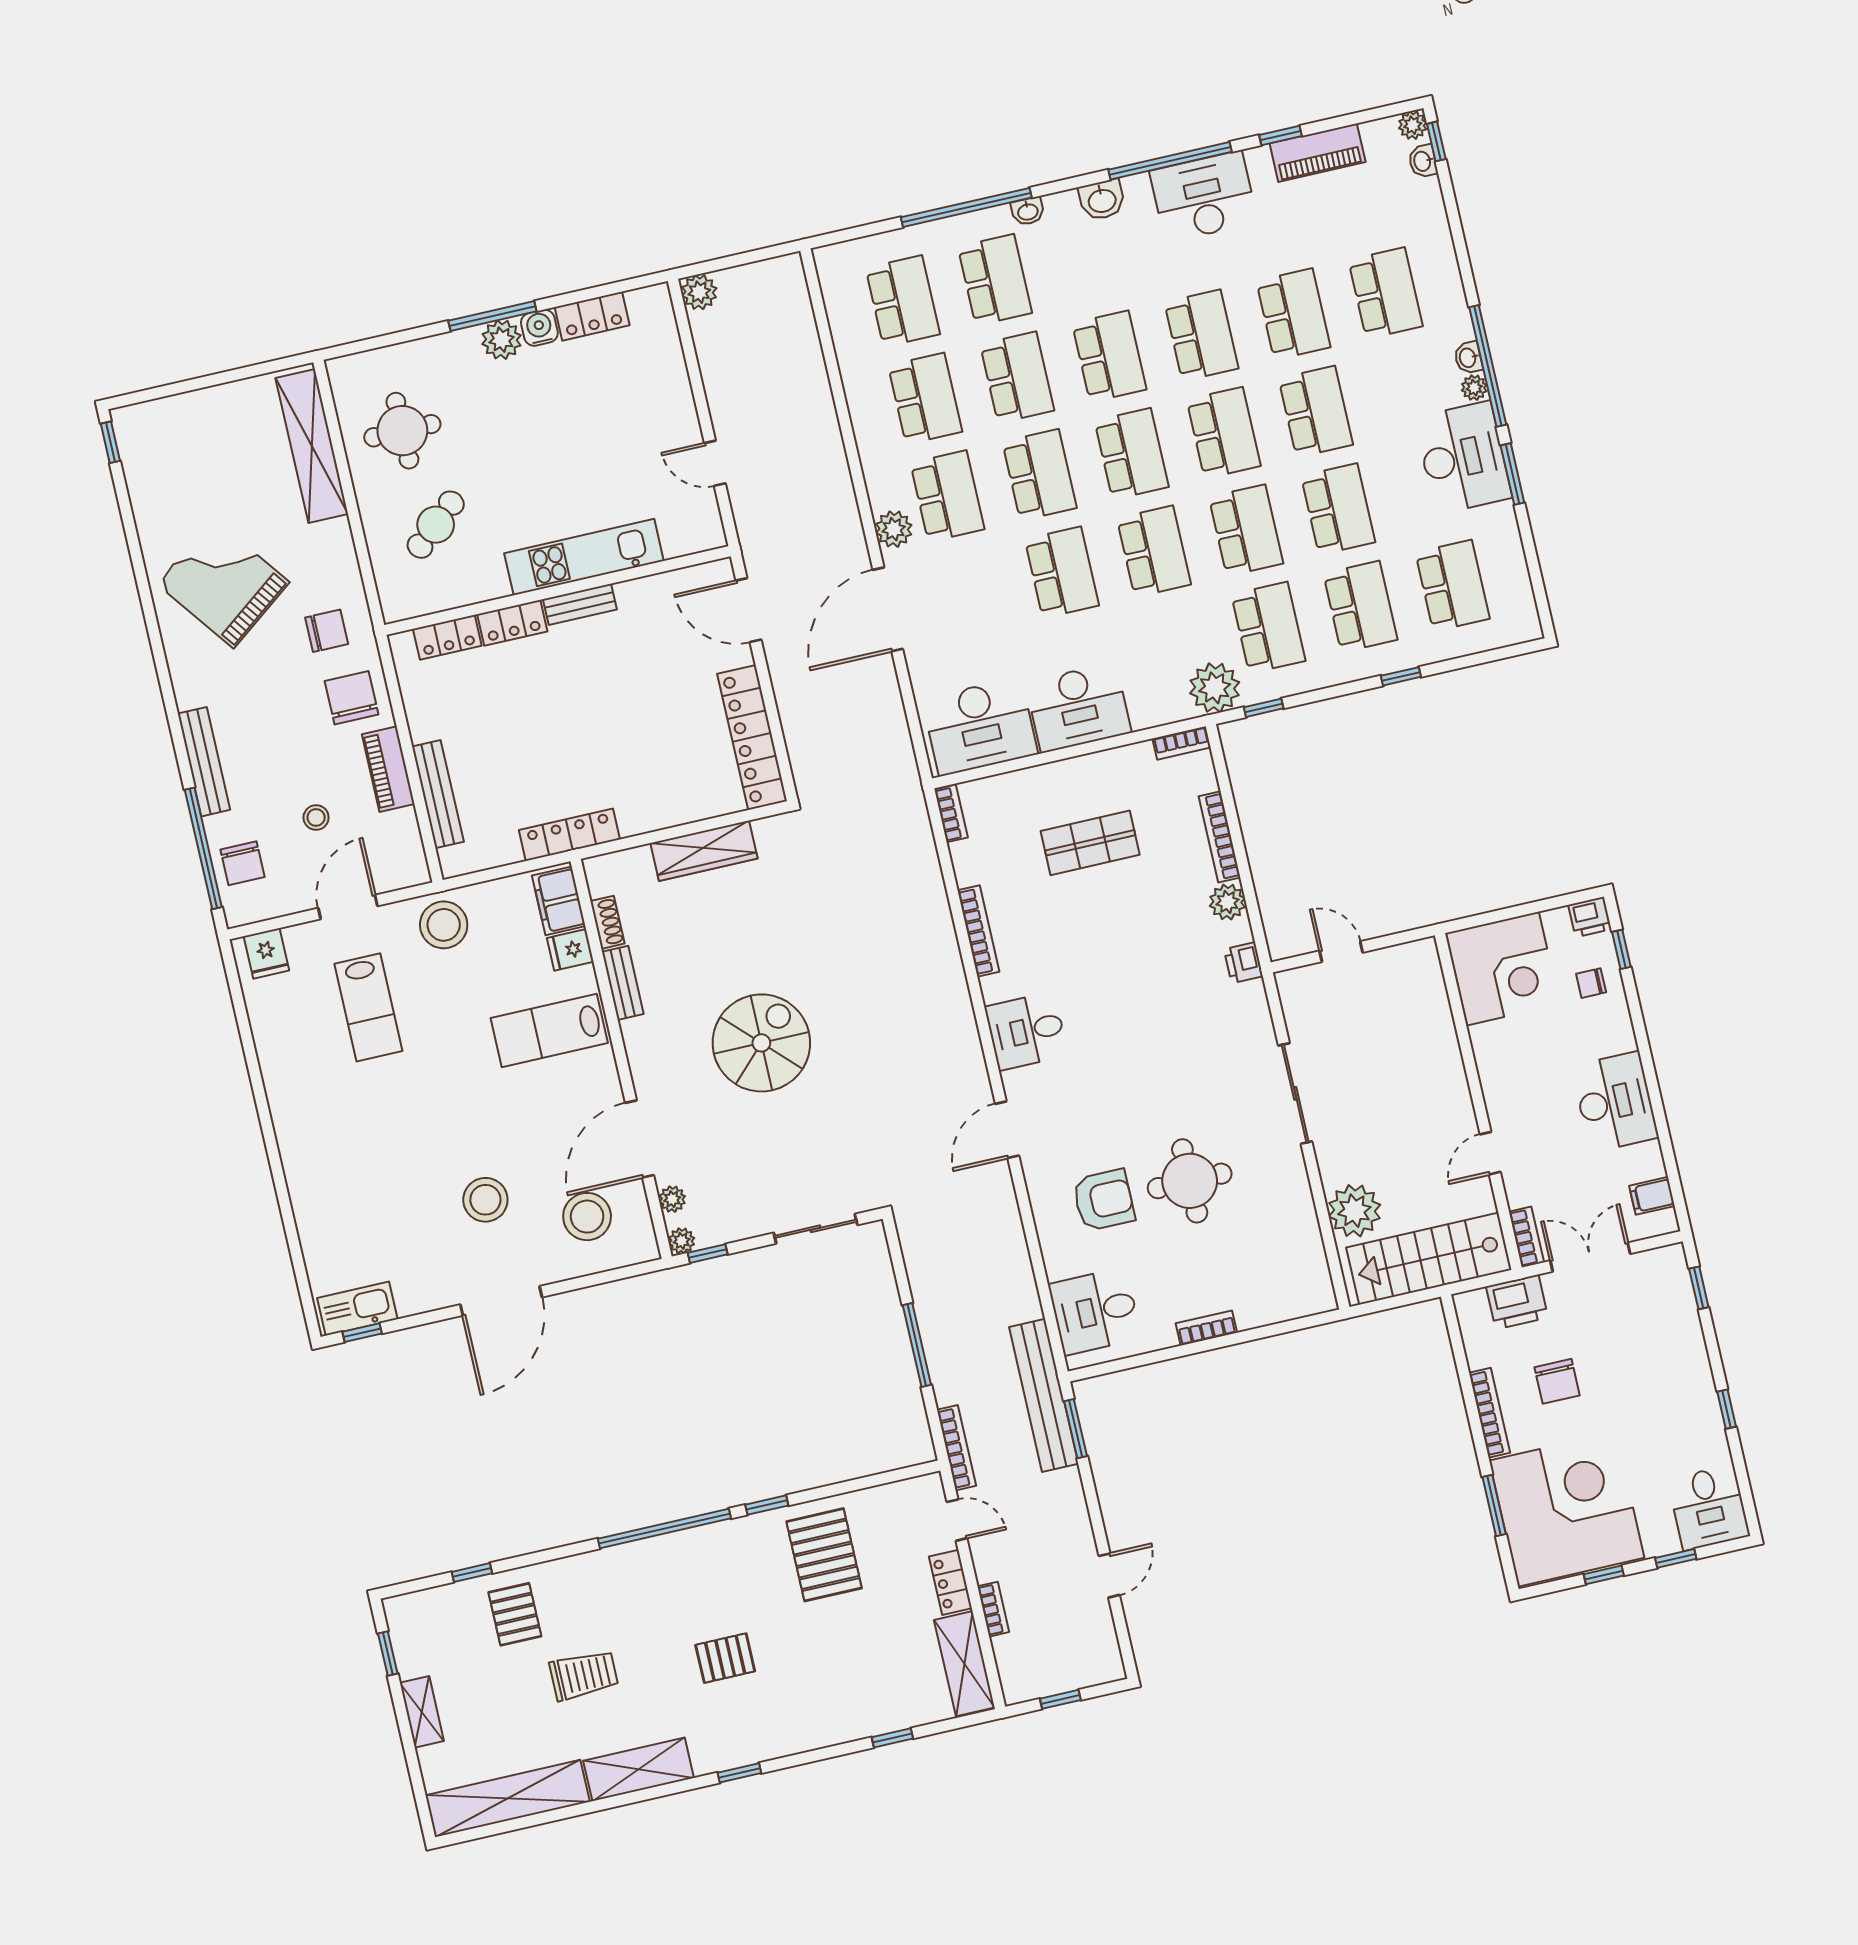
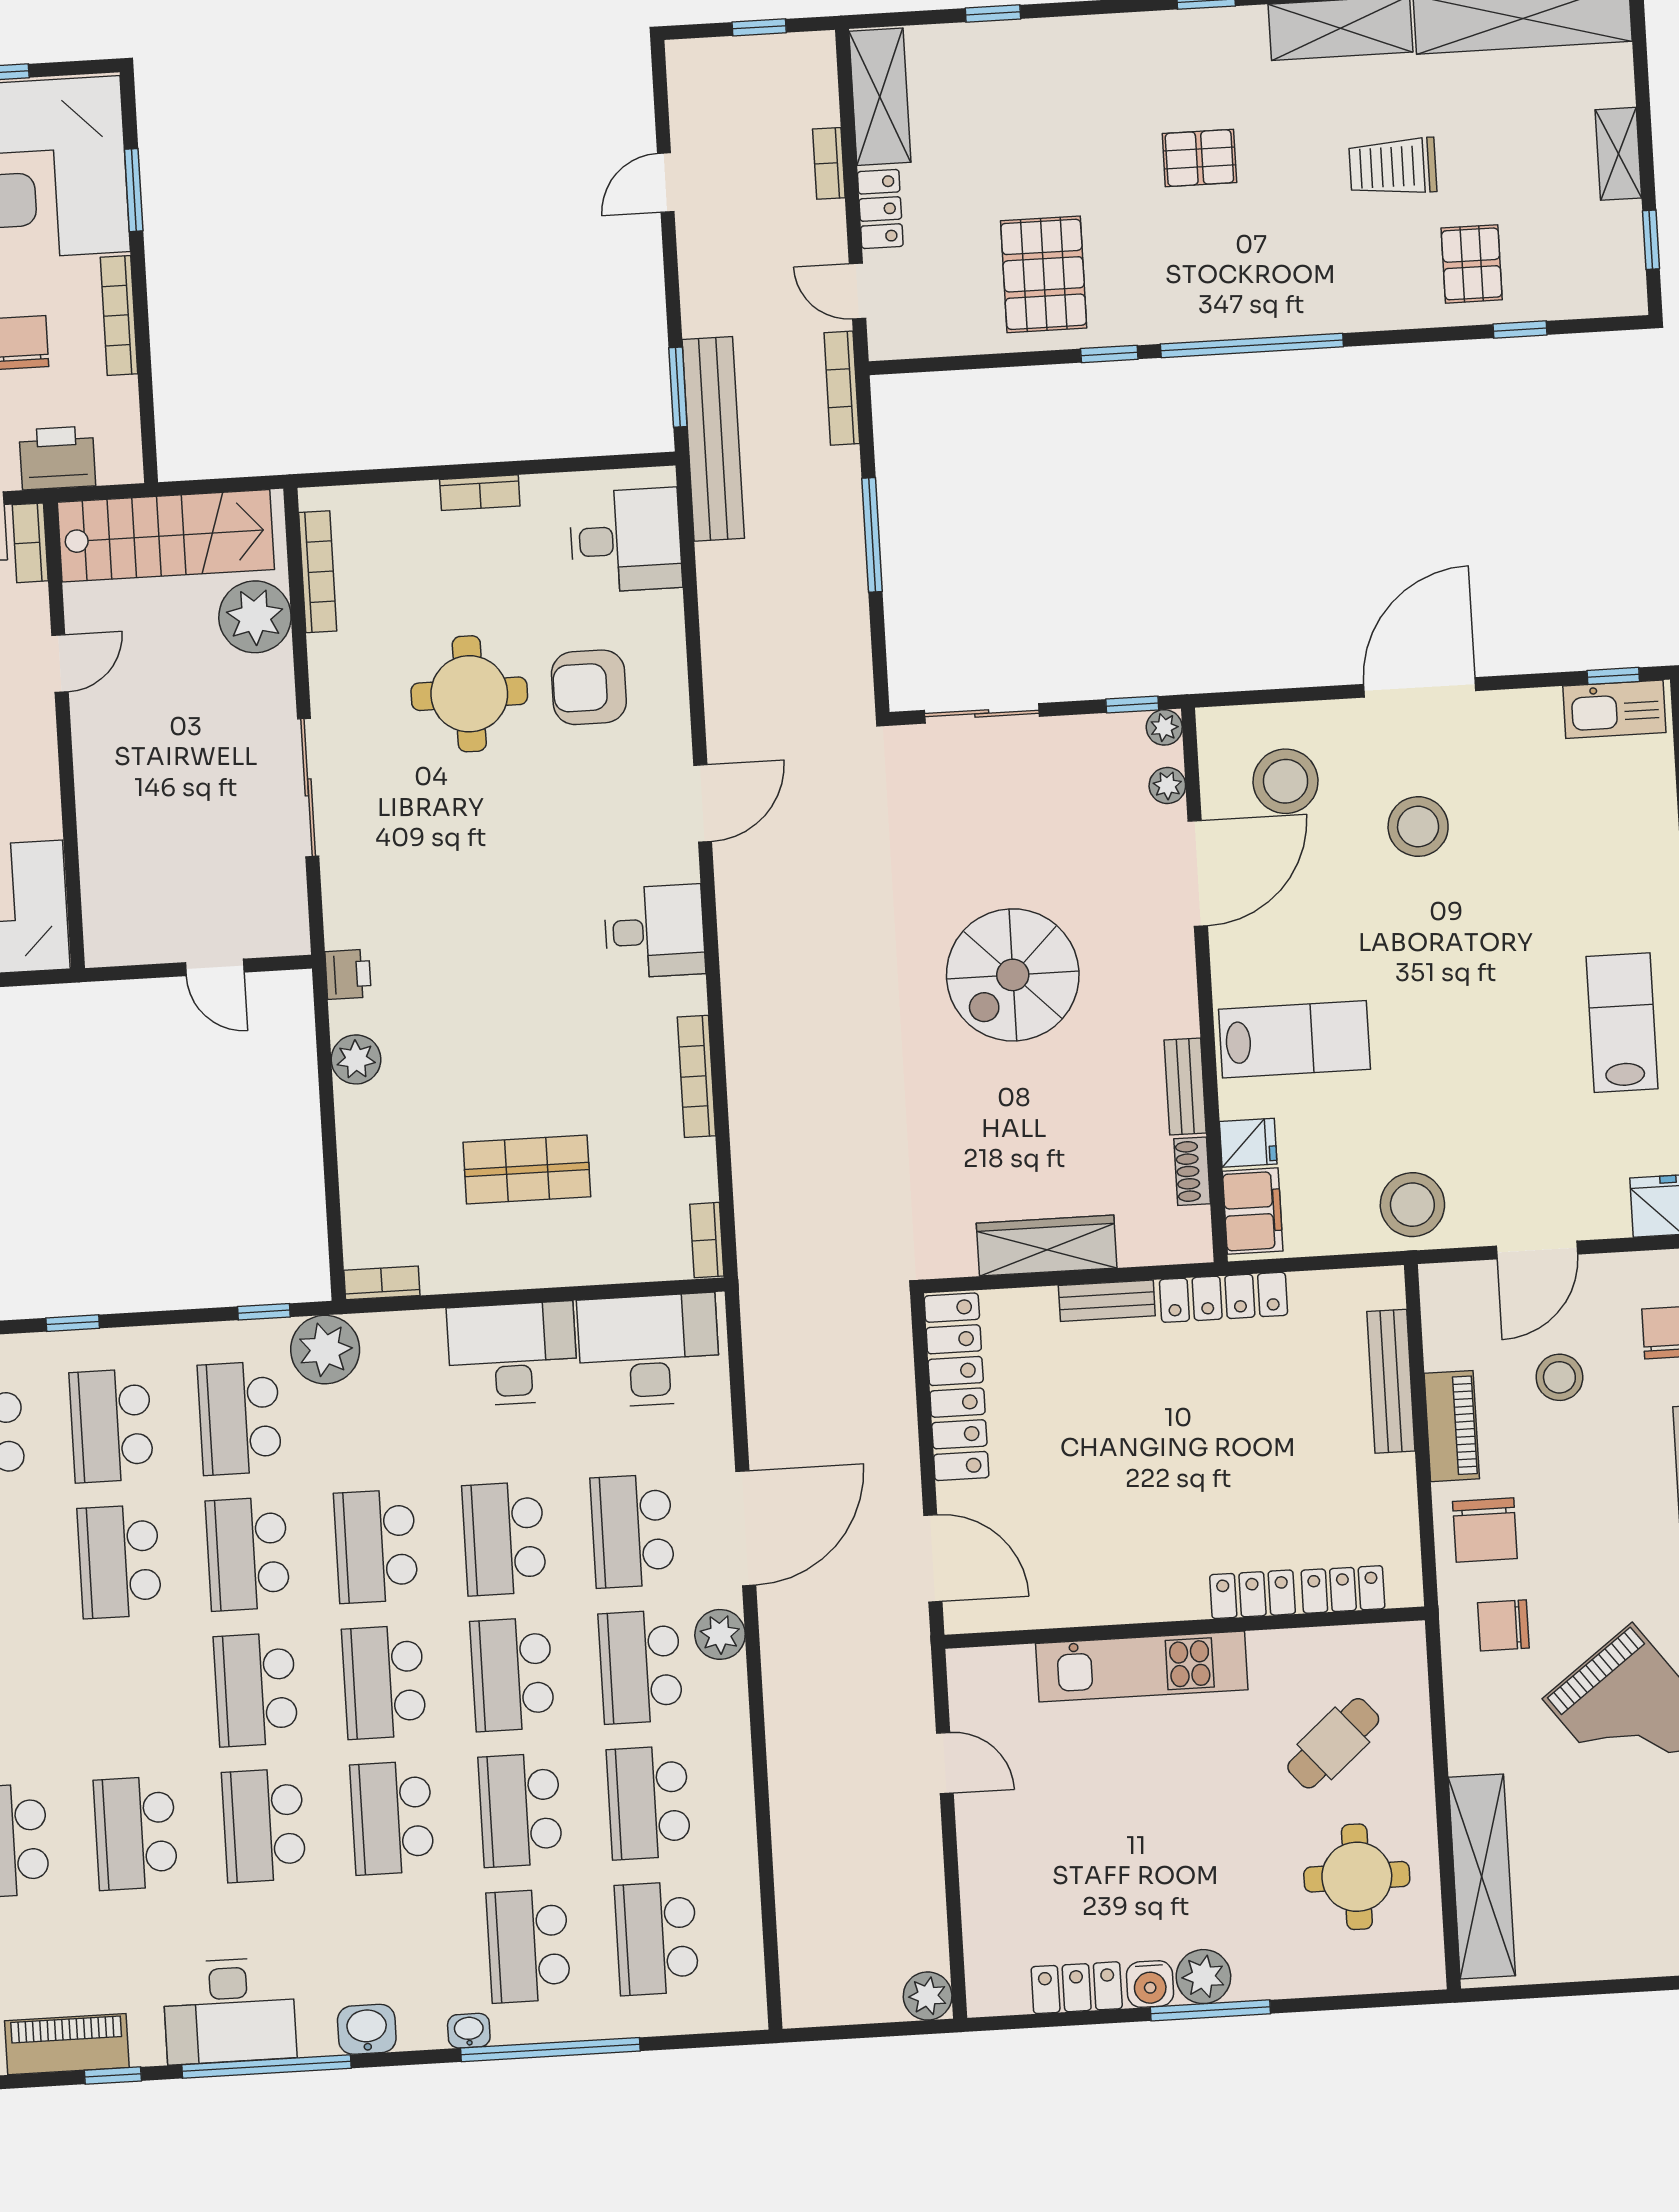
school desk: (1316, 412) -> (632, 1531), moved
bench: (580, 604) -> (1107, 1301), moved
stool: (316, 817) -> (1559, 1377), width x1.37, depth x1.37
bookcase: (1219, 837) -> (318, 572), moved
lab bench: (368, 1007) -> (1622, 1023), moved

